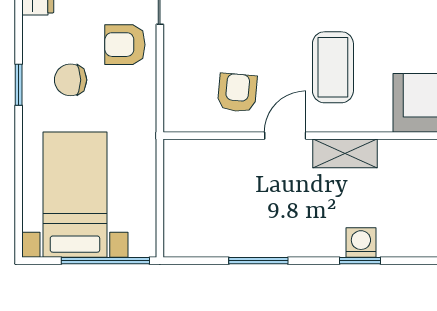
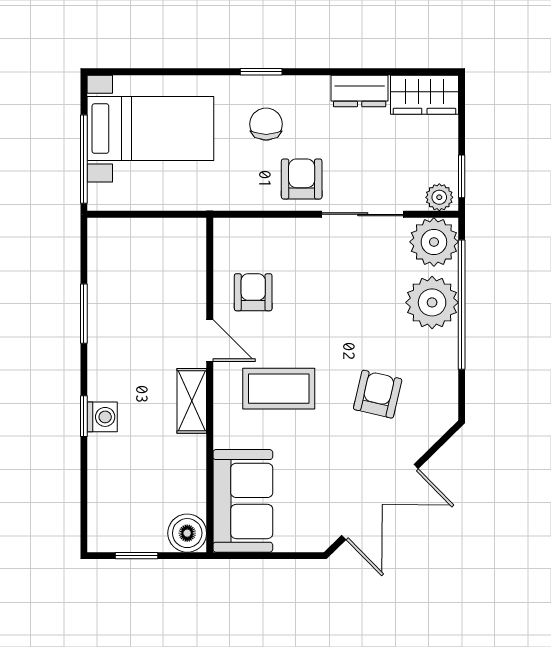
armchair: (237, 93) -> (253, 292), turned -95

